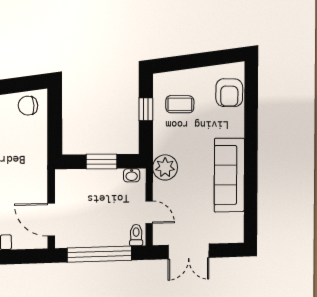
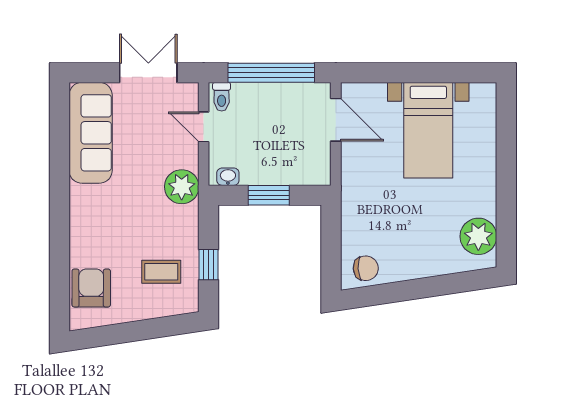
sofa: (229, 175) -> (91, 133), moved

